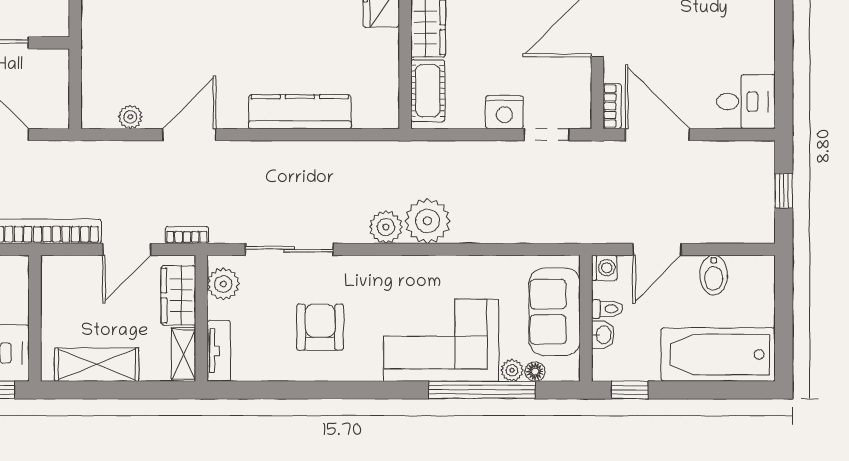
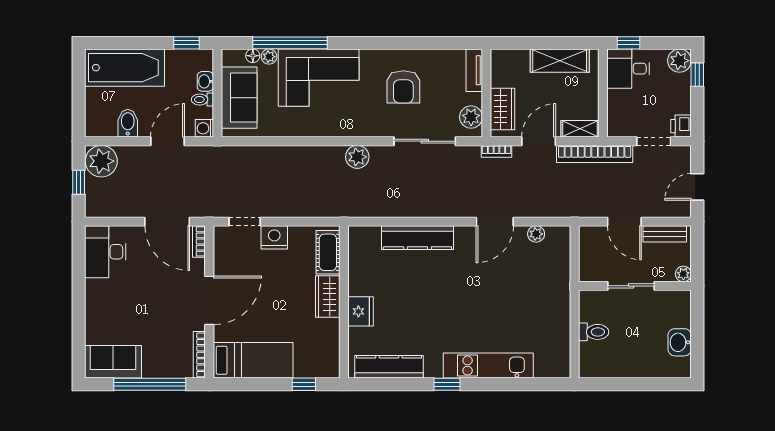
desk: (746, 102) -> (105, 252), width x1.37
plant: (427, 221) -> (101, 161), moved
shelving: (184, 354) -> (580, 129), moved, turned 90

